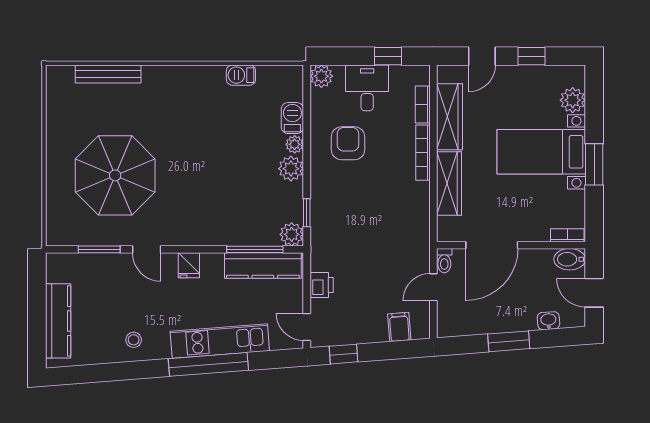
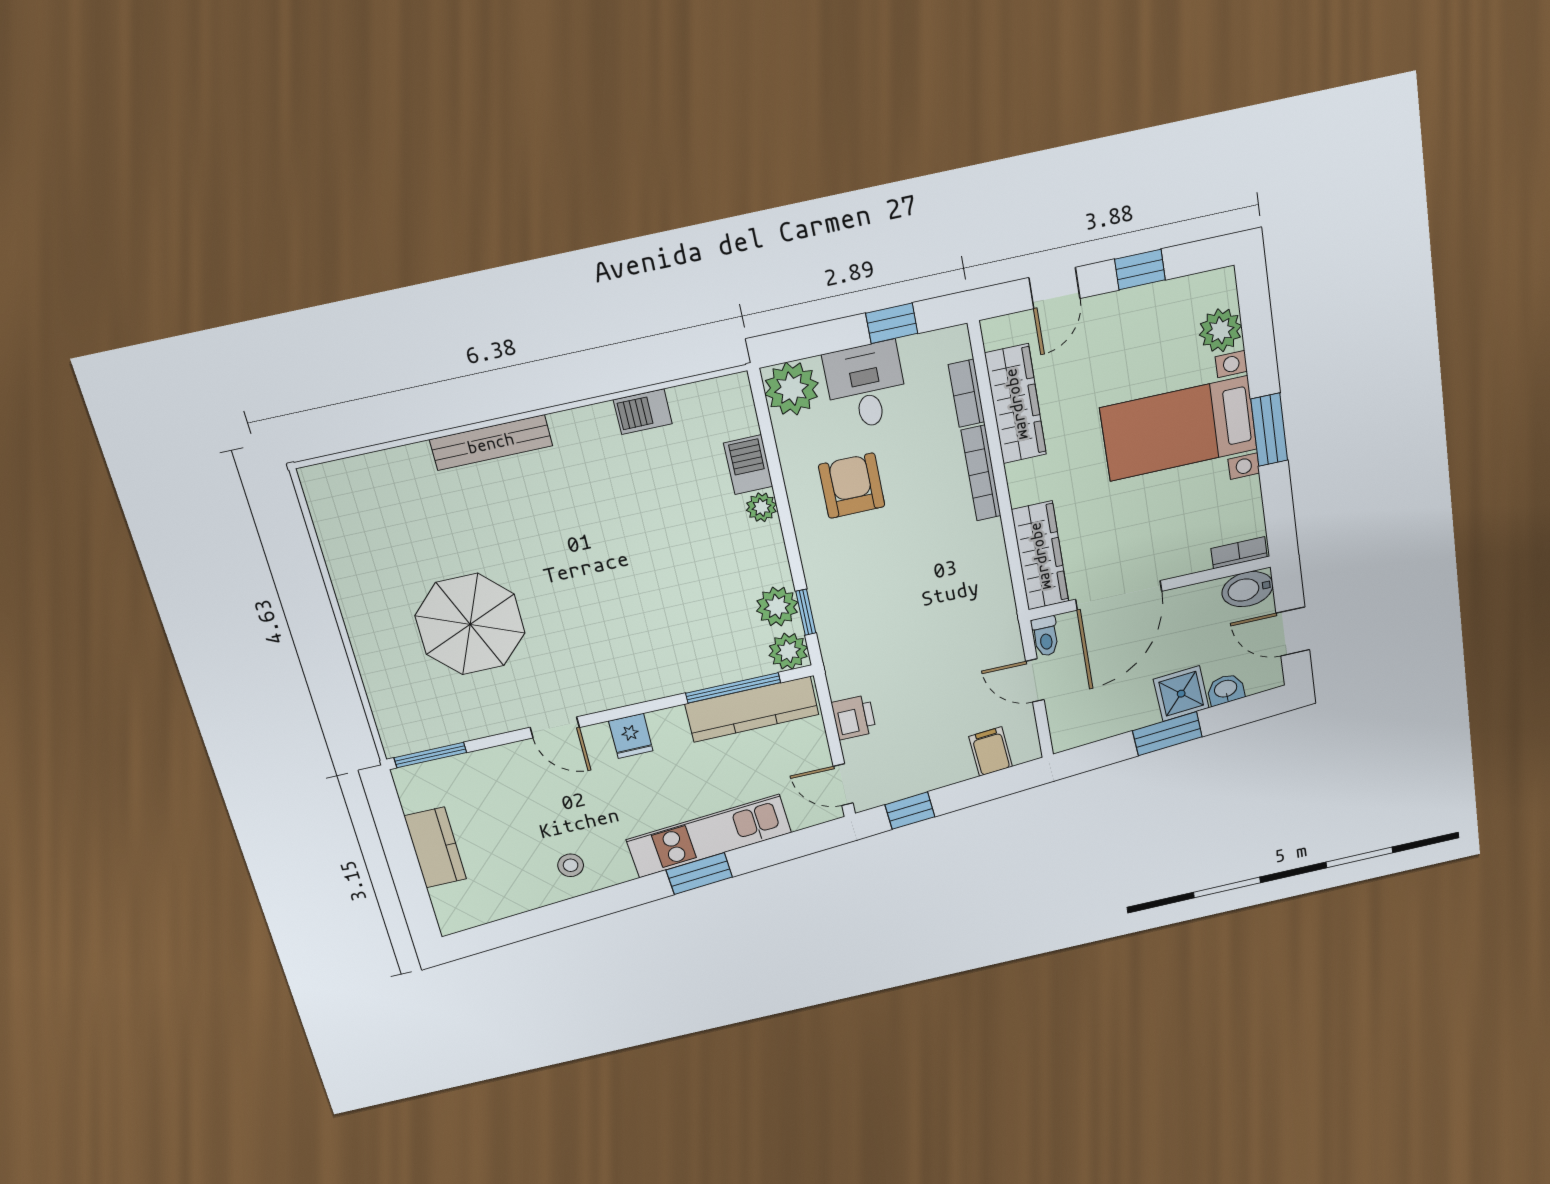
bench: (108, 74) -> (491, 443), moved
plant: (321, 76) -> (792, 389), width x1.36, depth x1.36
plant: (291, 169) -> (777, 607), moved
parasol: (115, 175) -> (470, 624), width x0.73, depth x0.73
wardrobe: (449, 183) -> (1040, 556), moved
window: (99, 249) -> (430, 755), moved
door: (433, 287) -> (1035, 681), hinge flipped
shower: (521, 317) -> (1181, 694), added
kitchen counter: (58, 321) -> (435, 847), width x0.67
window: (208, 364) -> (699, 874), width x0.47

